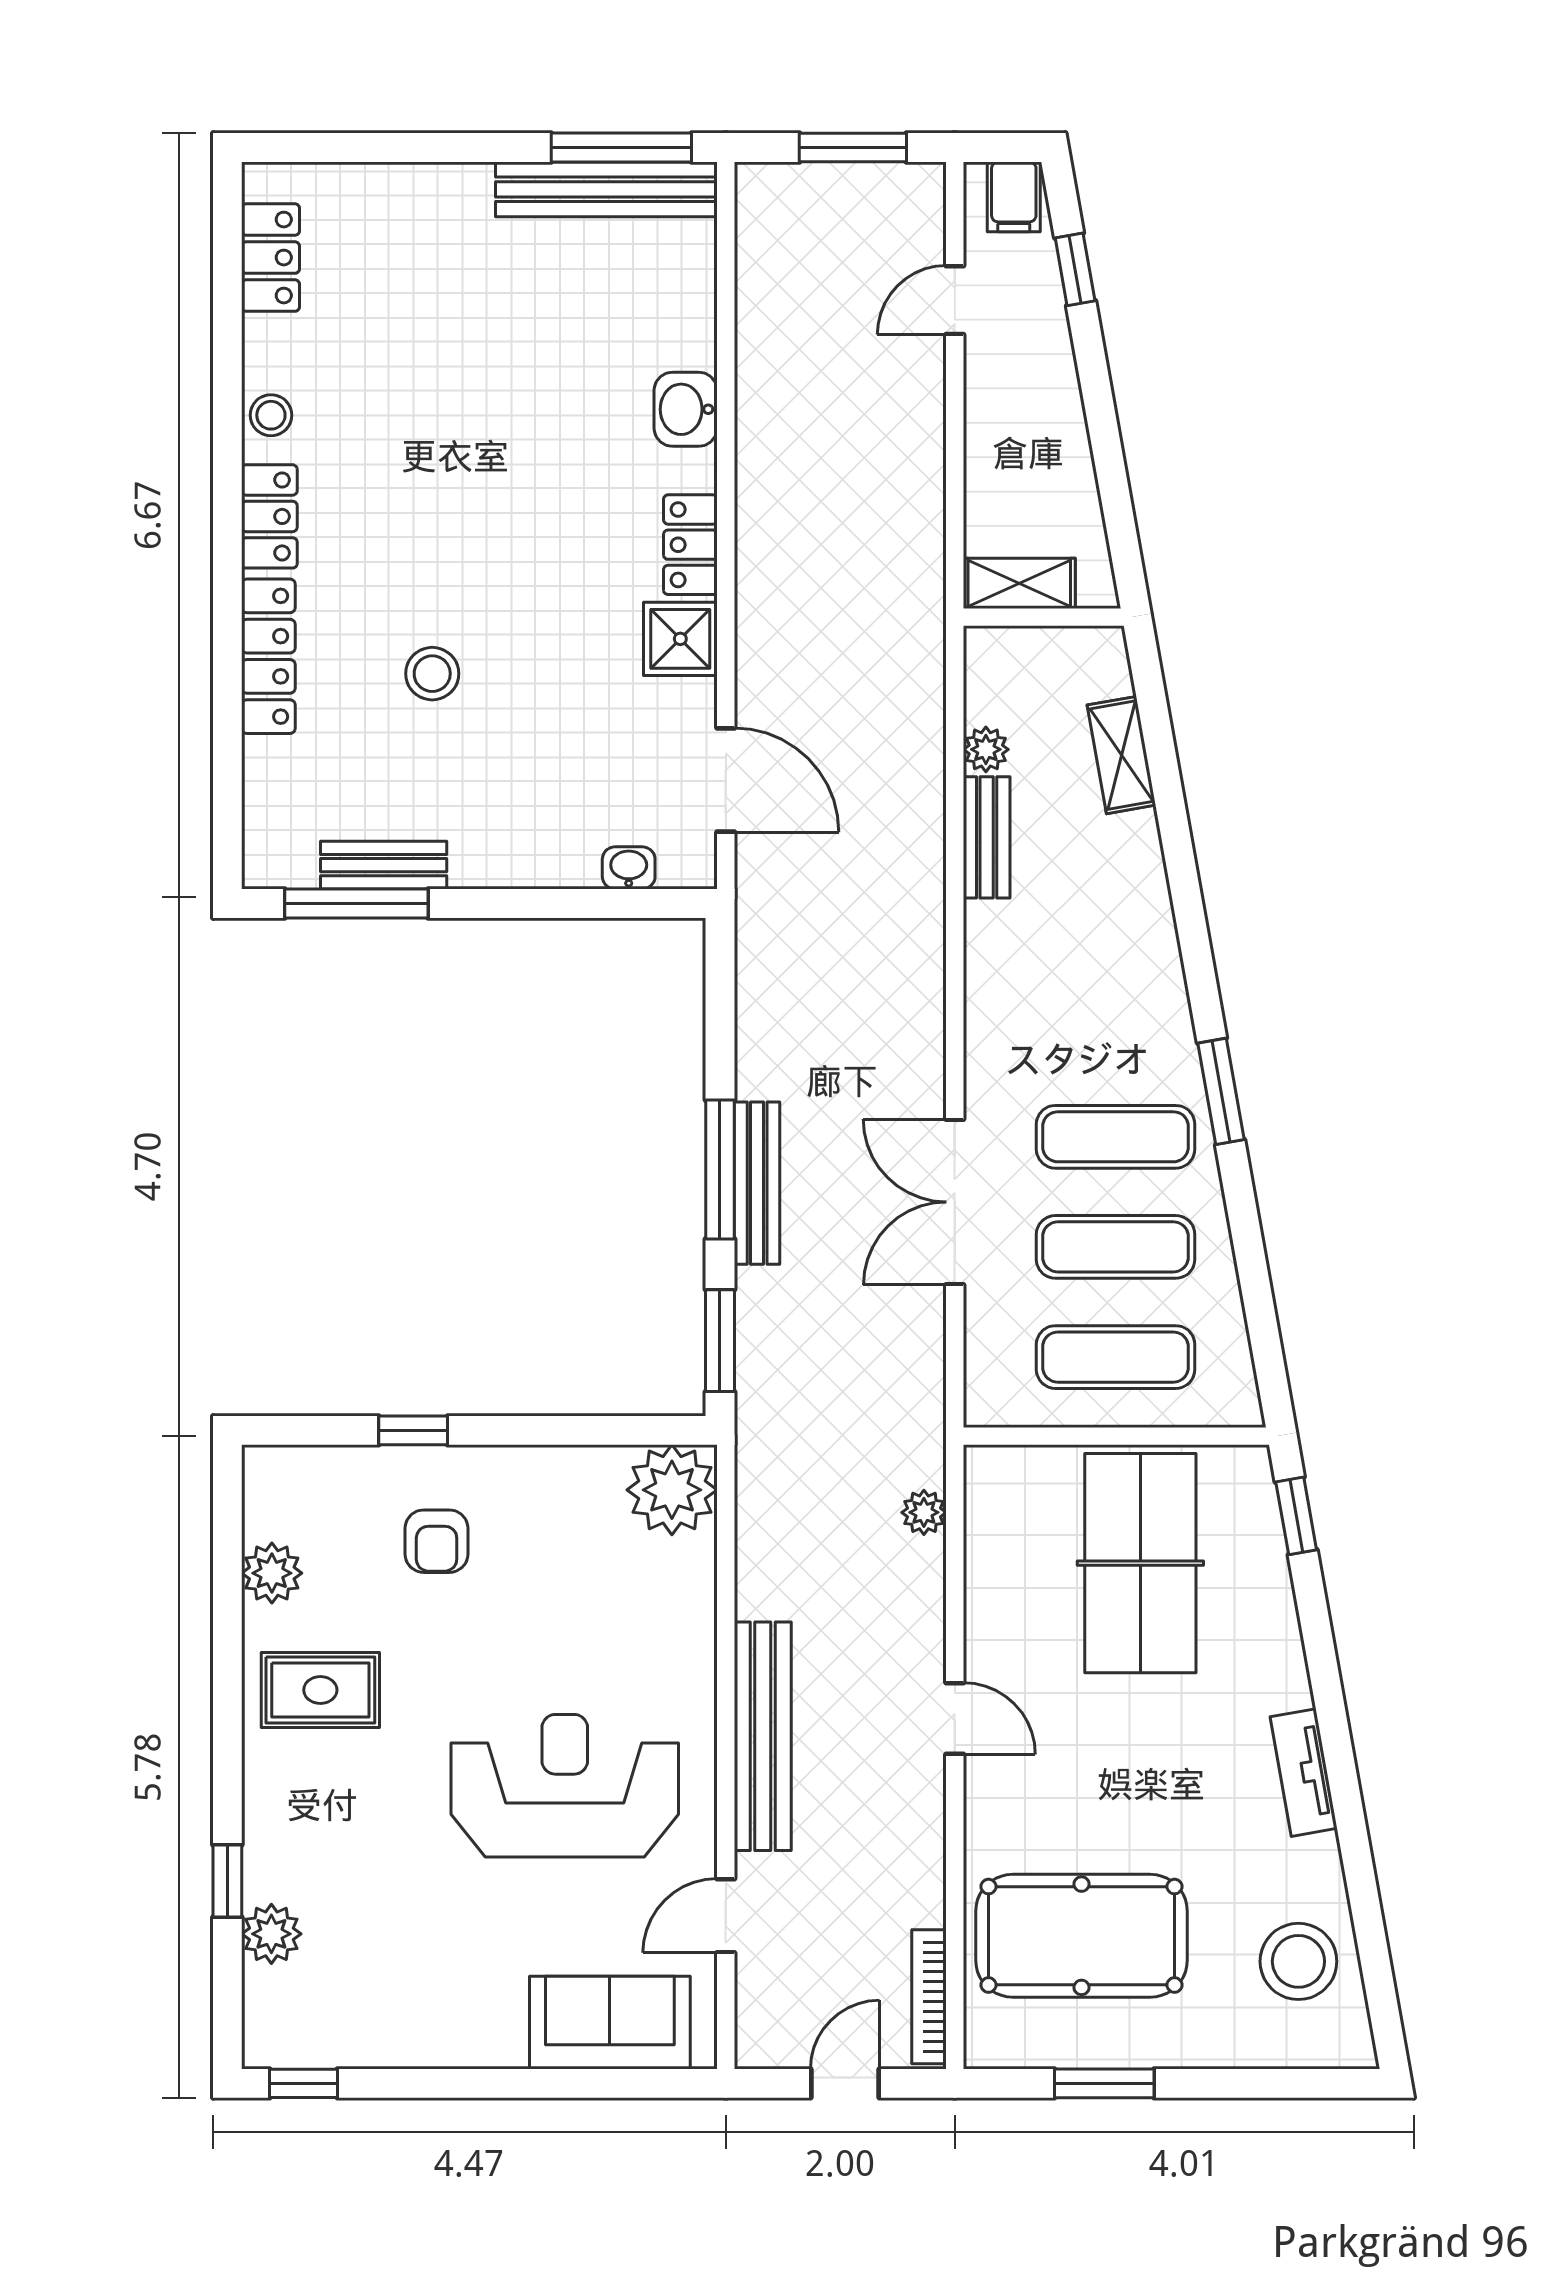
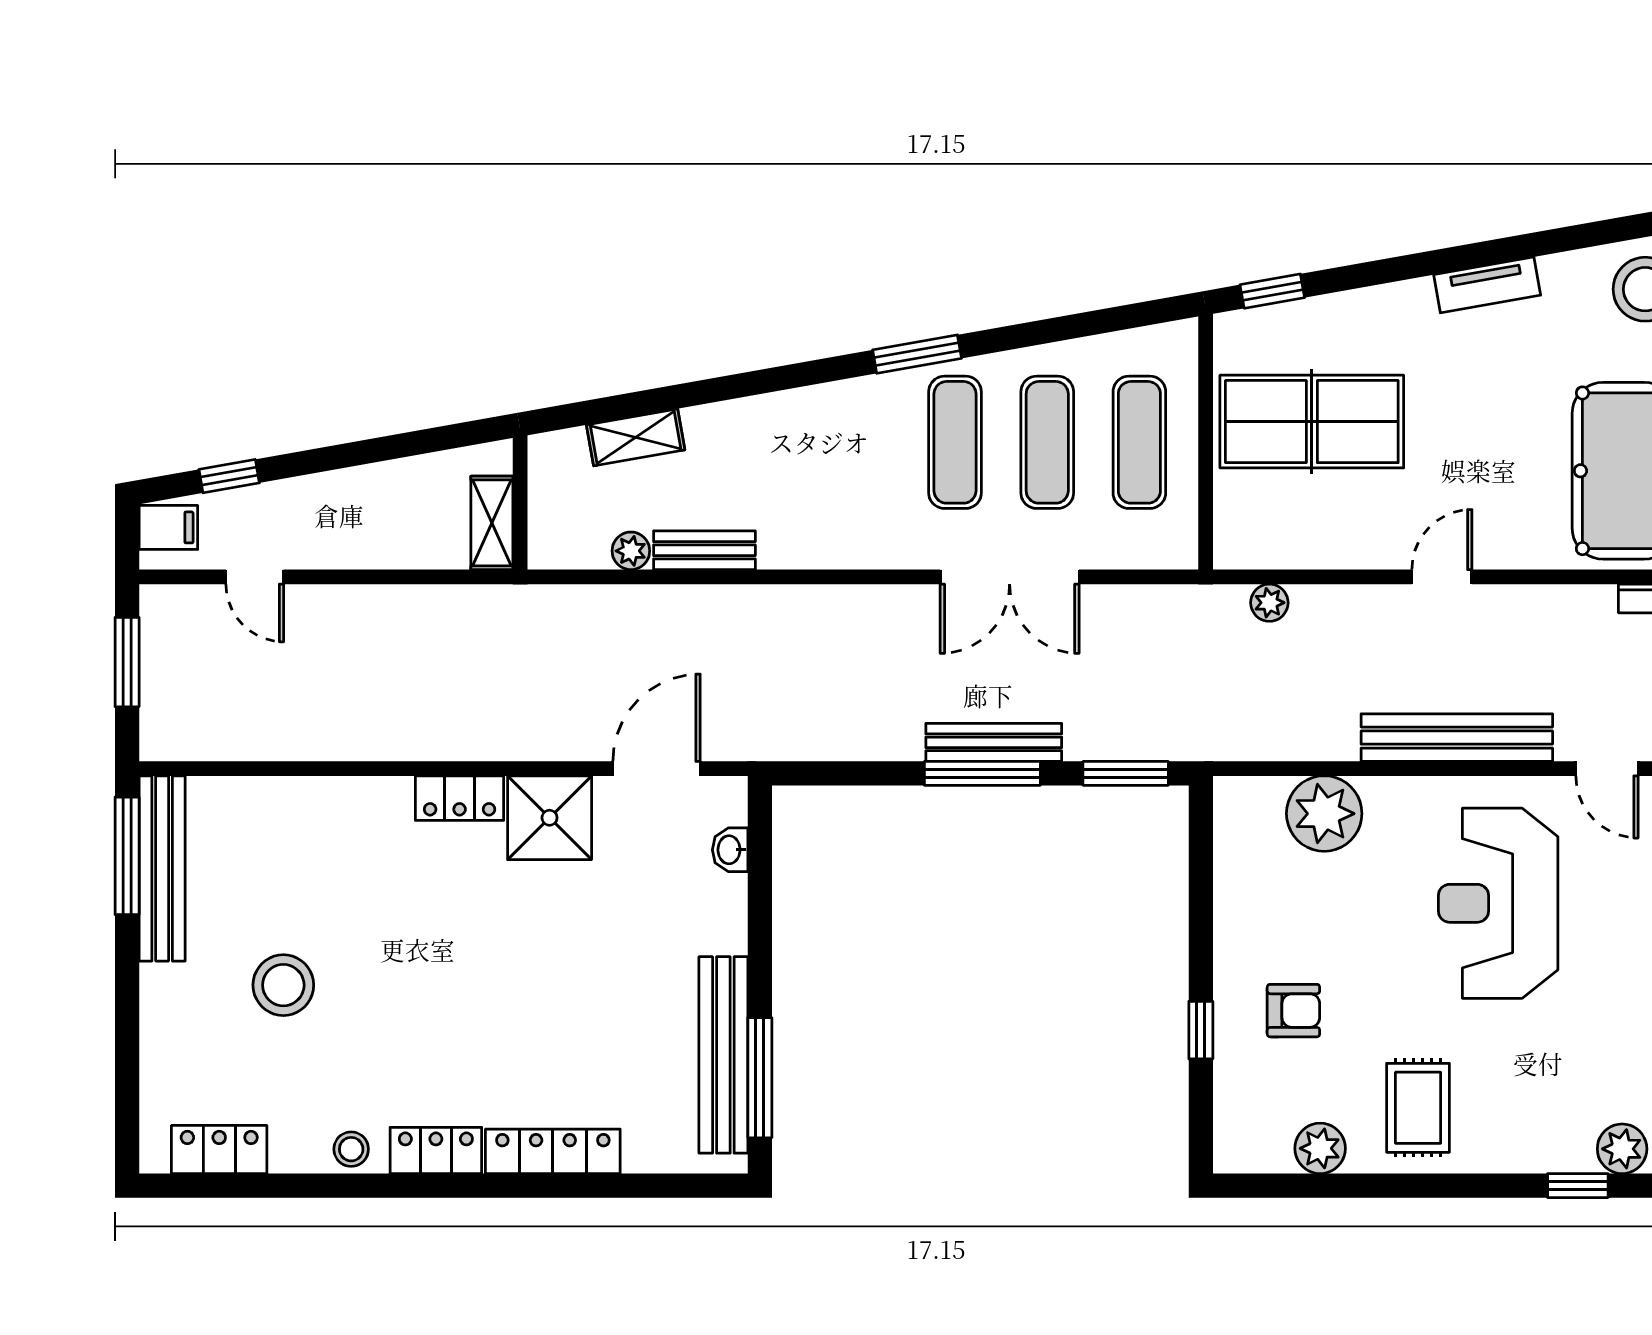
washbasin: (686, 409) -> (346, 802), removed
shower: (680, 639) -> (550, 818), width x1.36, depth x1.36
stool: (432, 674) -> (283, 985), moved, width x1.38, depth x1.38
bench: (384, 865) -> (723, 1055), width x1.86, depth x1.21
plant: (672, 1490) -> (1324, 814), moved

